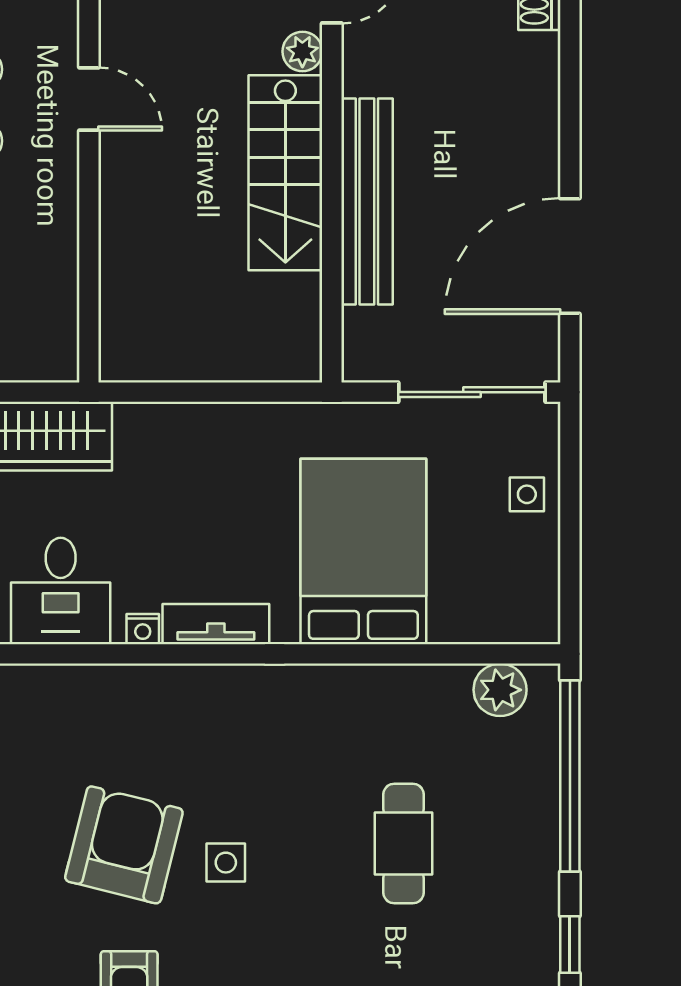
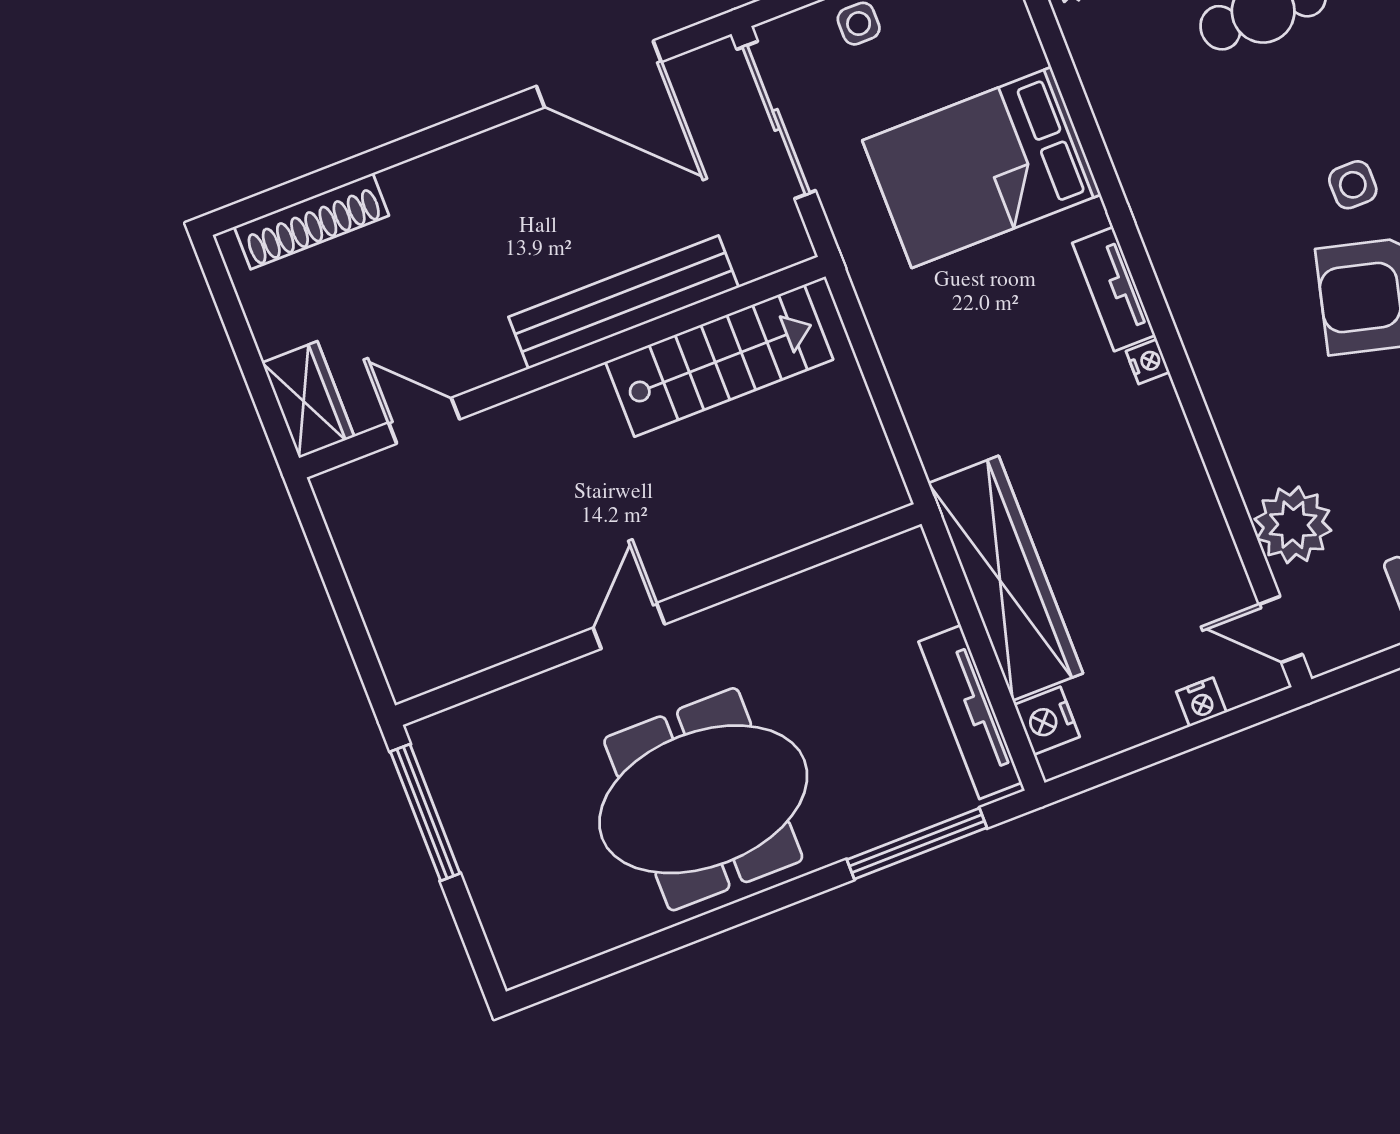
plant: (302, 51) -> (496, 427), removed
stairs: (285, 173) -> (719, 361), moved
desk: (61, 591) -> (1141, 460), removed

